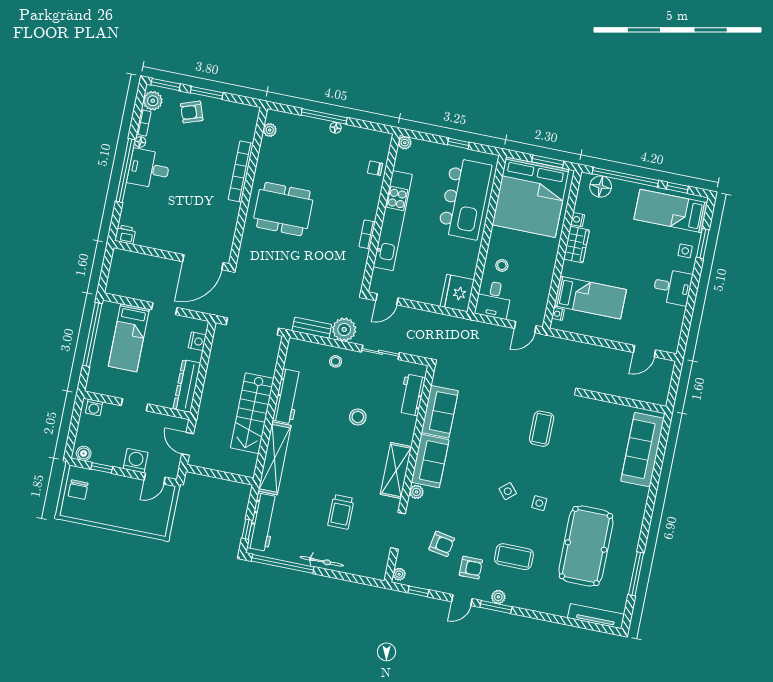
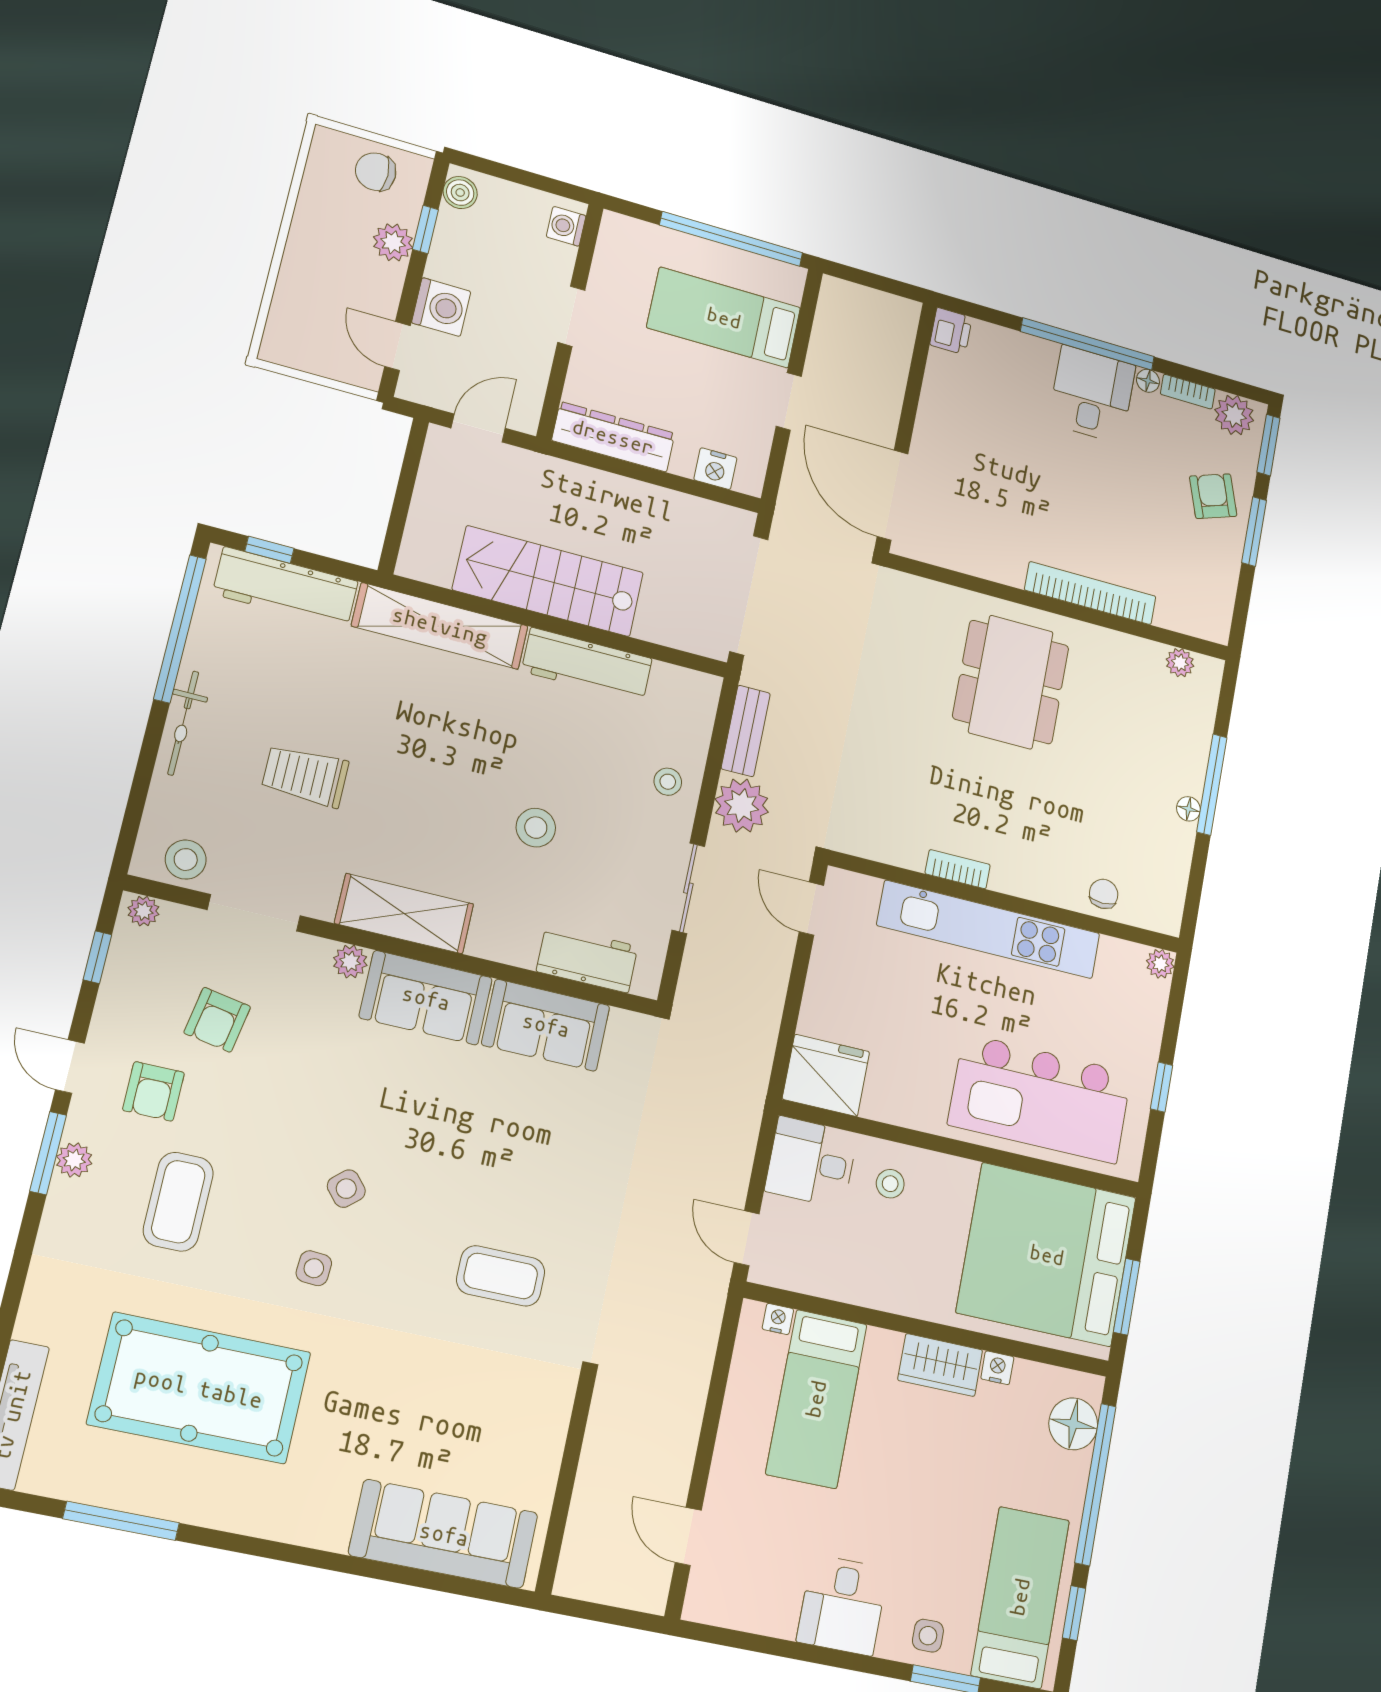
plant: (109, 481) -> (393, 242), added
stool: (378, 558) -> (186, 860), added

